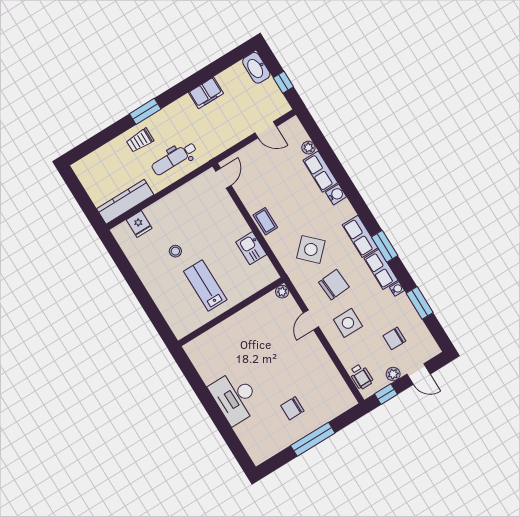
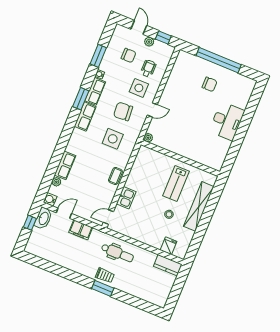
washbasin: (256, 68) -> (43, 218), moved
filing cabinet: (206, 93) -> (81, 230), moved, turned 180
door: (266, 130) -> (64, 213), hinge flipped
trolley: (140, 140) -> (105, 275), moved
water cooler: (336, 194) -> (50, 199), moved
kitchen counter: (125, 202) -> (168, 265), width x0.67
kitchen sink: (251, 248) -> (126, 198), moved
side table: (311, 249) -> (113, 139), turned 45
shelving: (159, 292) -> (199, 206), added
wheelchair: (361, 376) -> (148, 68), moved
window: (313, 439) -> (219, 60), width x1.46

